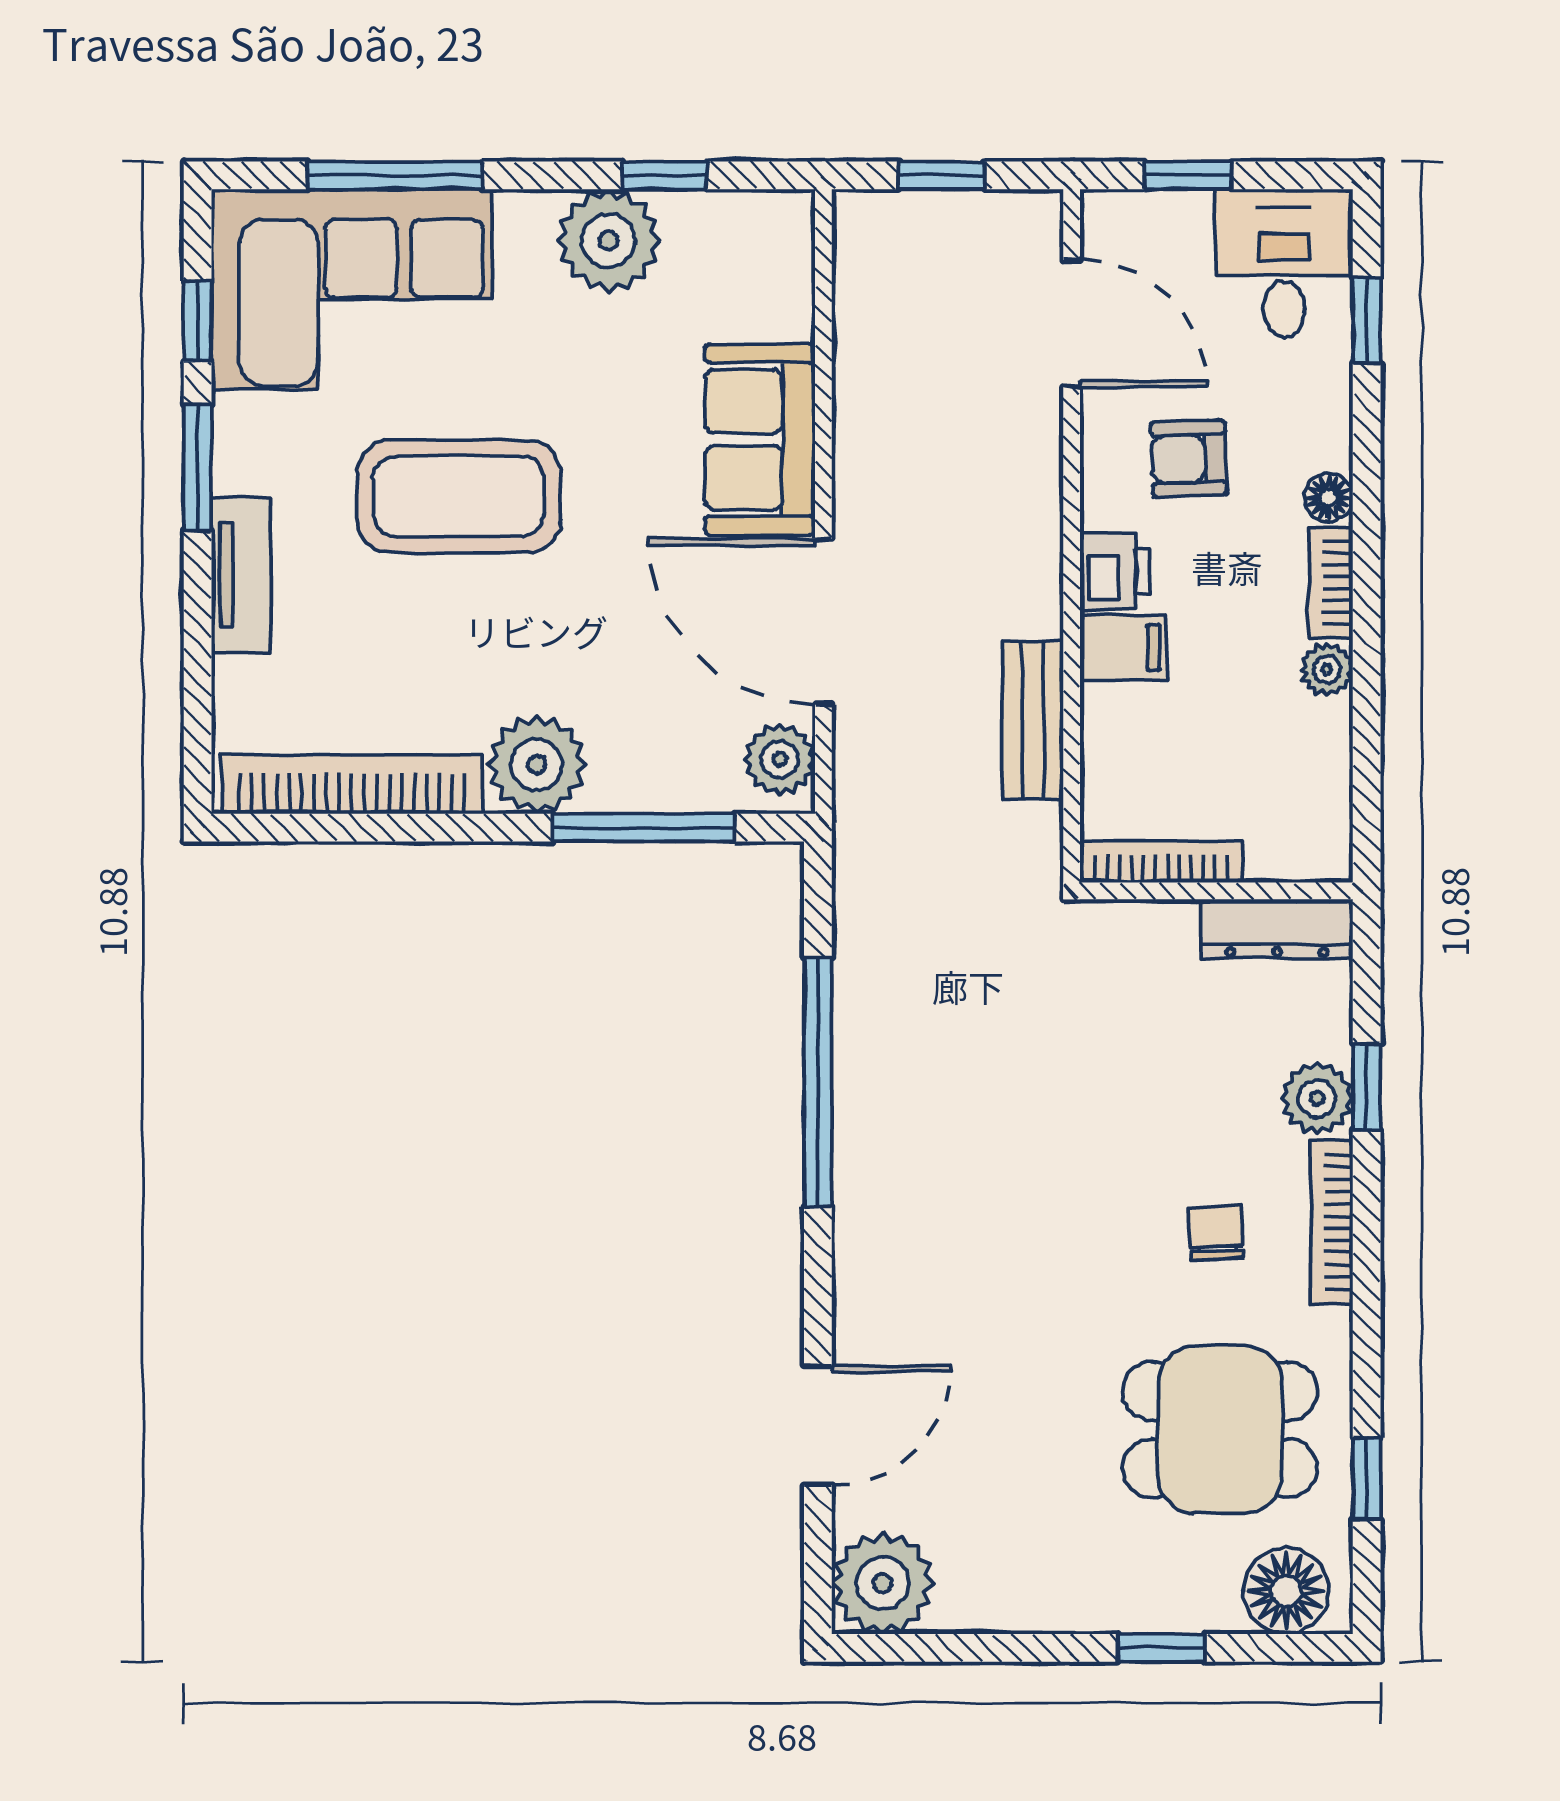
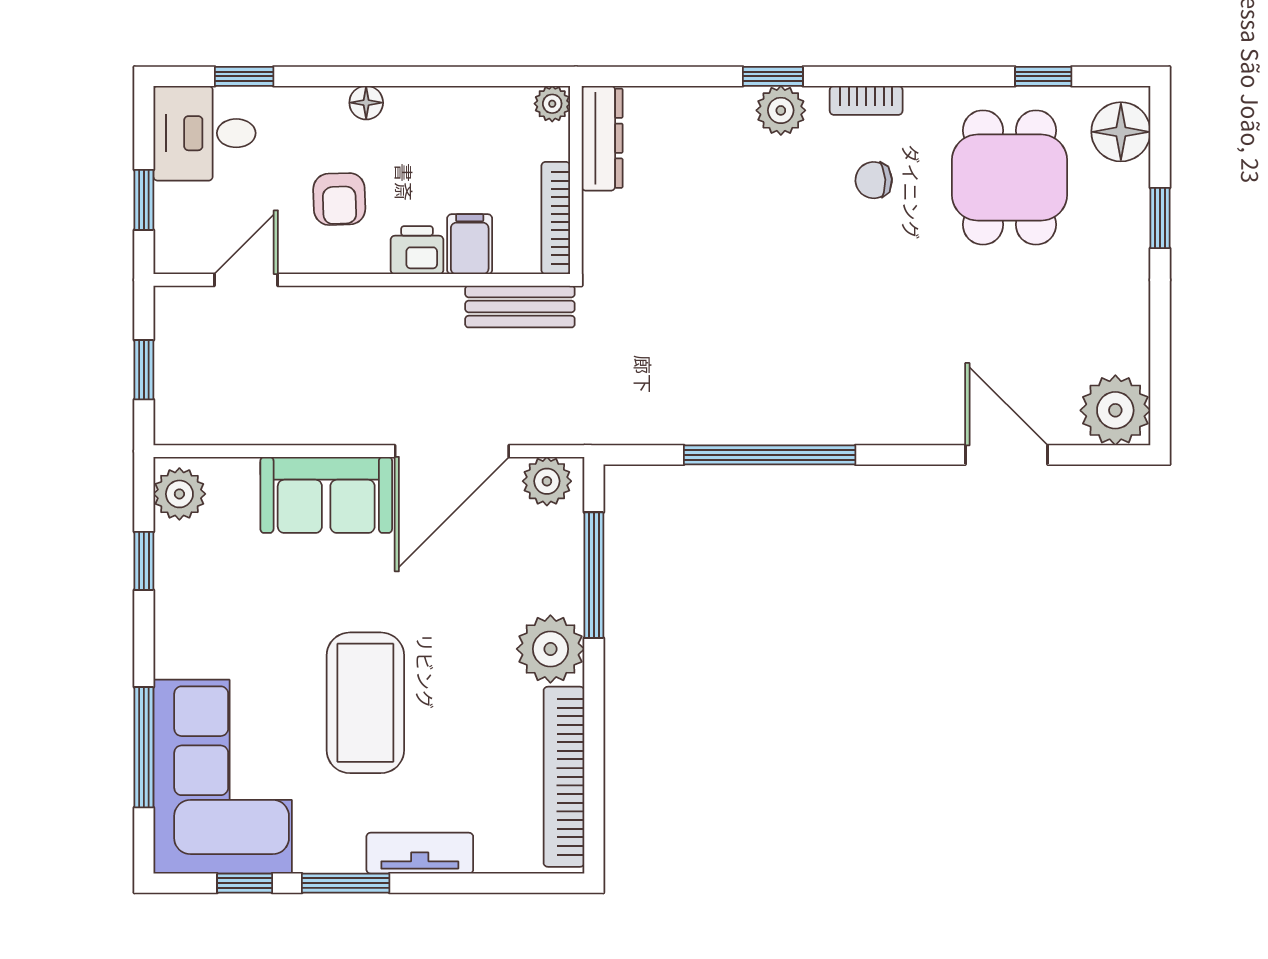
plant: (609, 241) -> (179, 494), moved, width x0.73, depth x0.73
door: (1072, 323) -> (246, 280), width x0.73
bookcase: (1331, 583) -> (425, 101), removed
plant: (1327, 669) -> (552, 104), moved
bookcase: (1161, 862) -> (556, 218), moved
wall: (1216, 891) -> (576, 180), moved
dresser: (1277, 929) -> (602, 138), moved
bookcase: (1332, 1222) -> (866, 100), width x0.64

